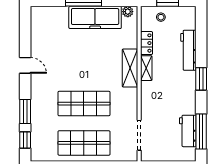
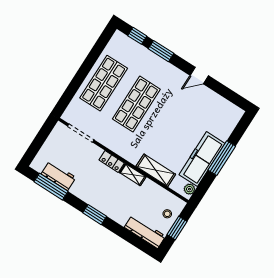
locker: (147, 43) -> (112, 162), moved
workbench: (188, 50) -> (145, 232), moved
shelving: (130, 68) -> (156, 170), moved

